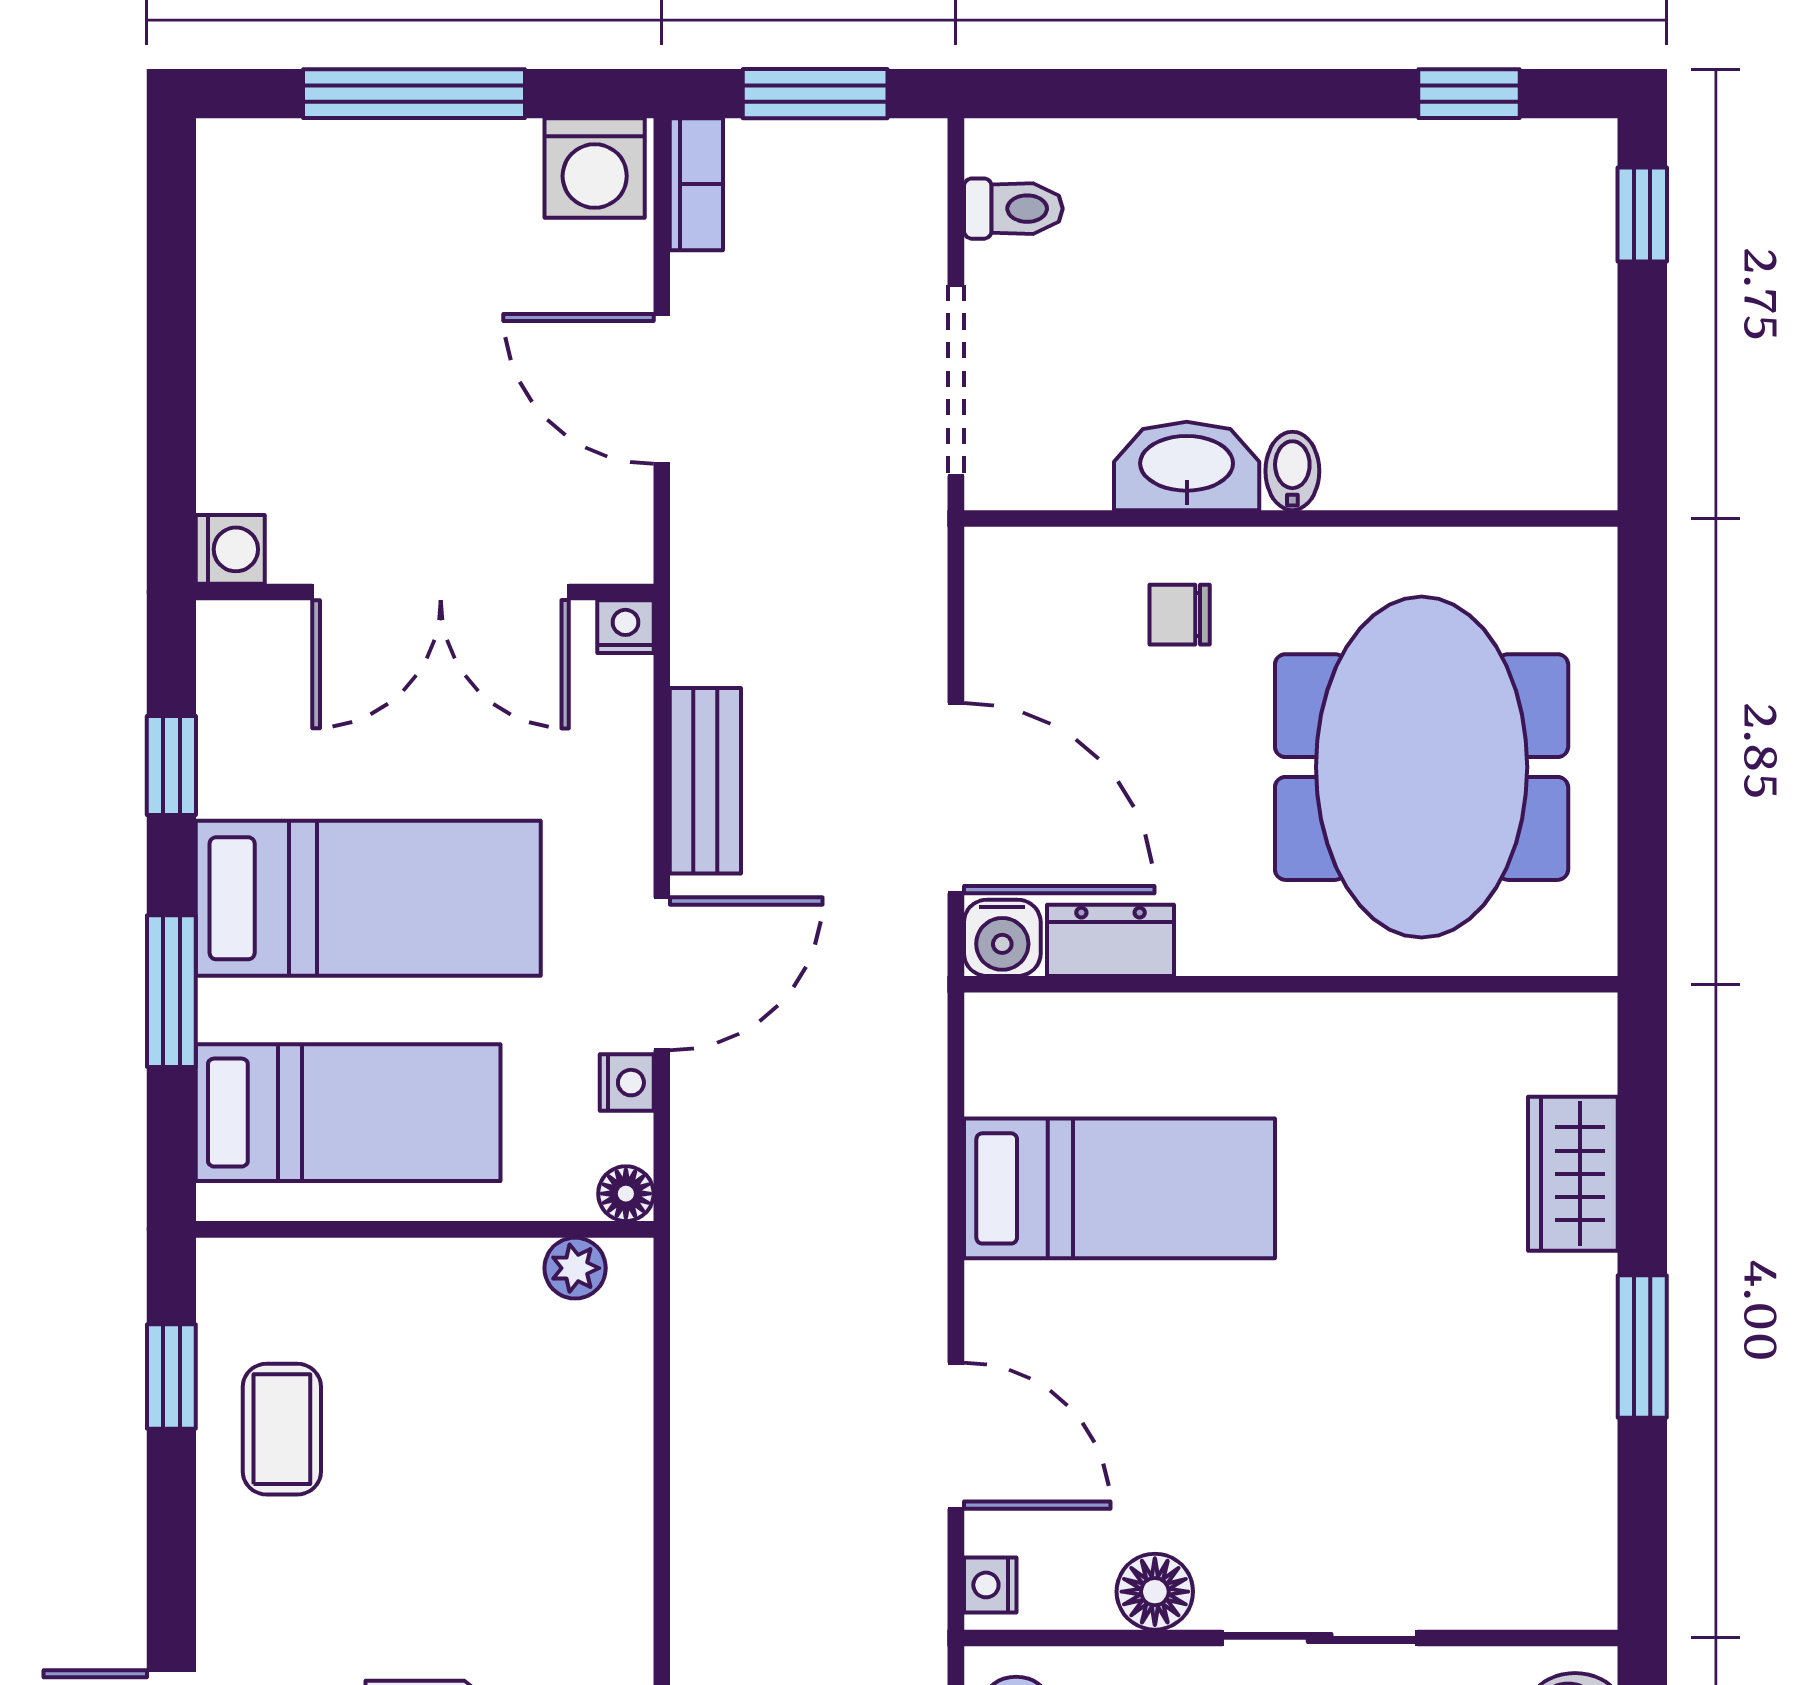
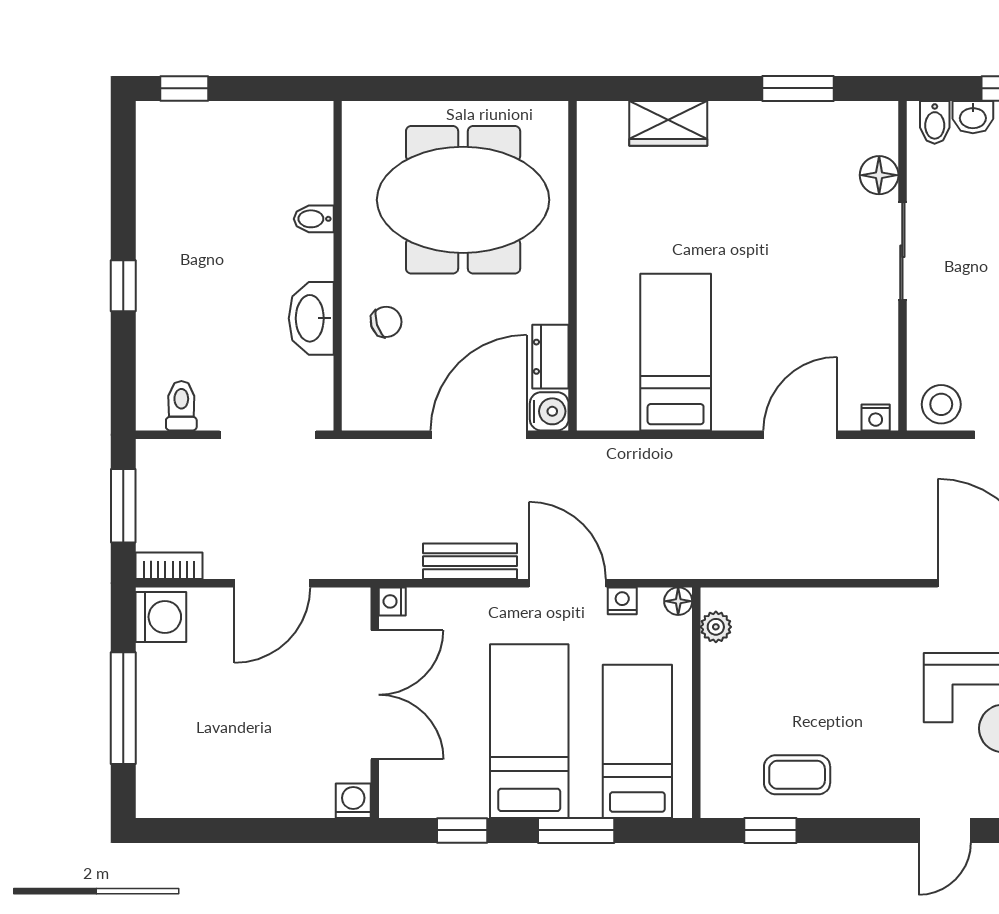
window: (1469, 94) -> (123, 286), moved
bidet: (1292, 471) -> (314, 219), moved
chair: (1180, 615) -> (386, 322), turned -108
window: (1642, 1347) -> (798, 88), moved
floor lamp: (1155, 1592) -> (879, 175), moved

